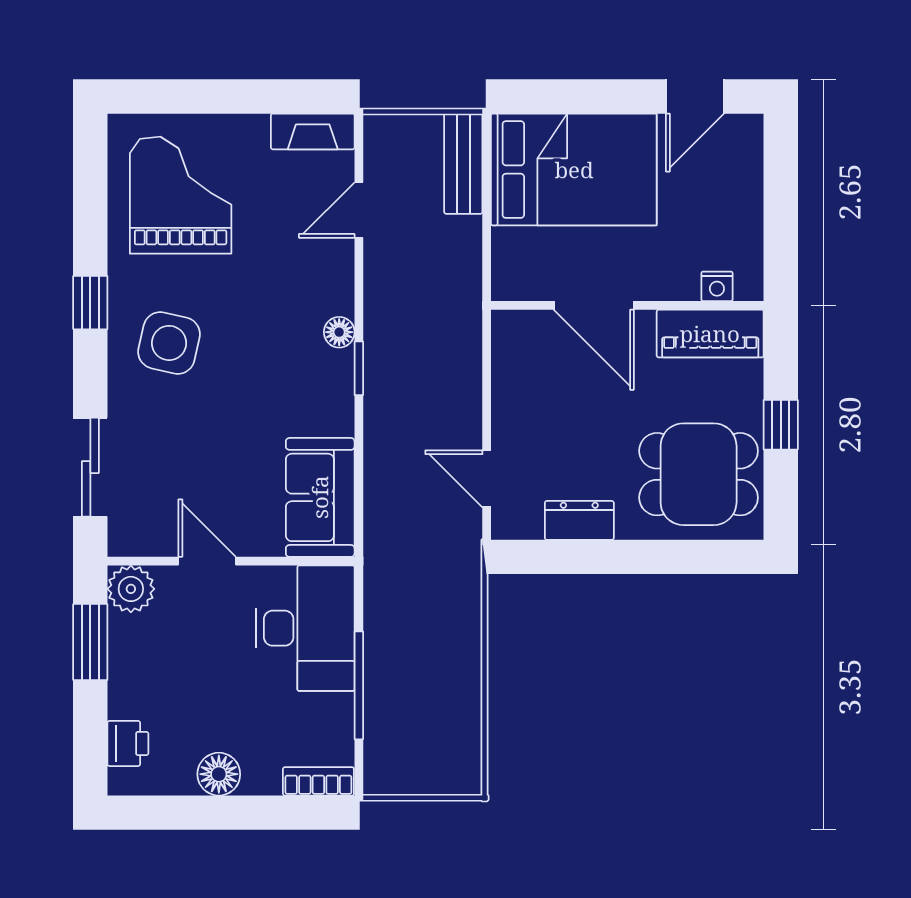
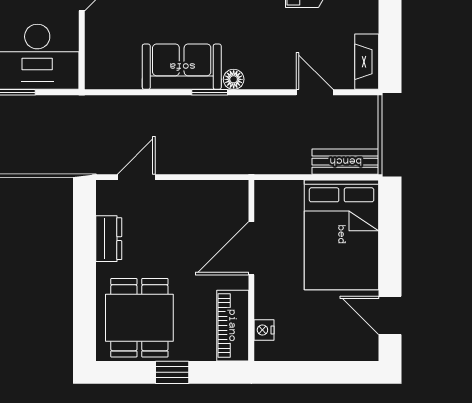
sofa: (320, 497) -> (182, 67), moved

